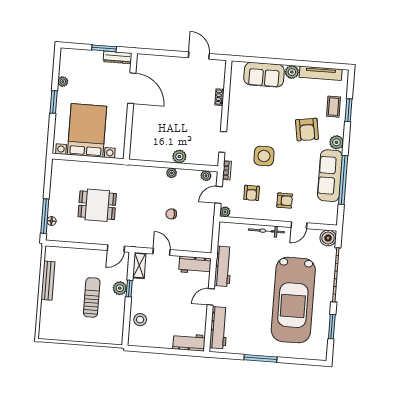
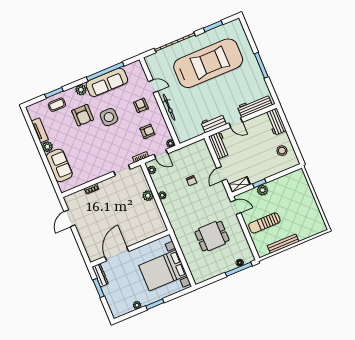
tv unit: (321, 73) -> (40, 130), width x0.71
armchair: (307, 130) -> (83, 115), turned 99
side table: (264, 156) -> (109, 117), moved
dining table: (97, 205) -> (212, 236), turned 90
boiler: (328, 238) -> (152, 61), removed
workbench: (223, 266) -> (214, 123), width x0.73
sun lounger: (92, 297) -> (264, 223), moved
stool: (140, 320) -> (282, 151), moved

